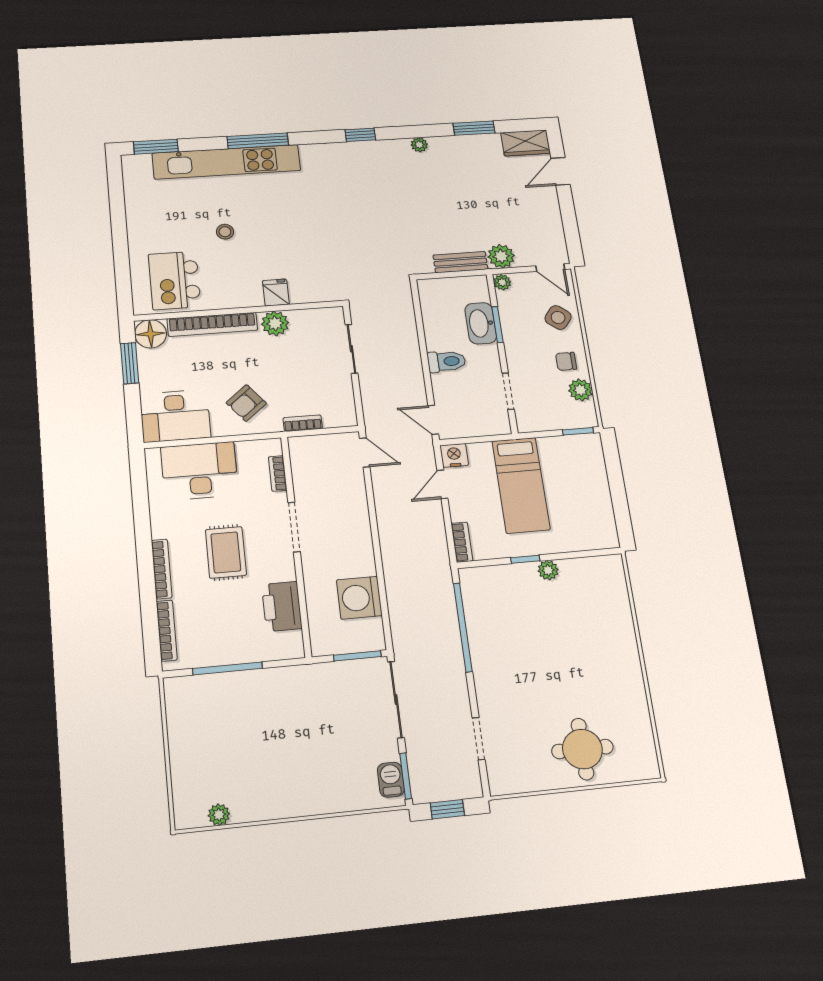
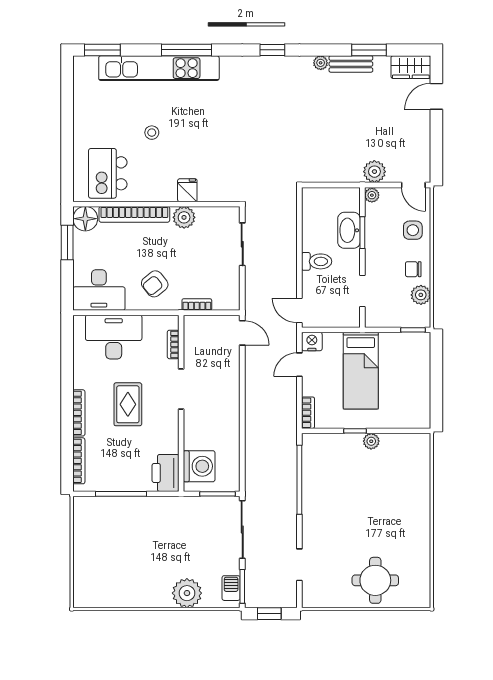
bench: (460, 262) -> (351, 64), moved
side table: (558, 318) -> (413, 230), turned -38
washing machine: (359, 598) -> (199, 466), moved, turned 180
printer: (282, 606) -> (166, 473), moved
plant: (219, 815) -> (187, 593), moved, width x1.87, depth x1.87

